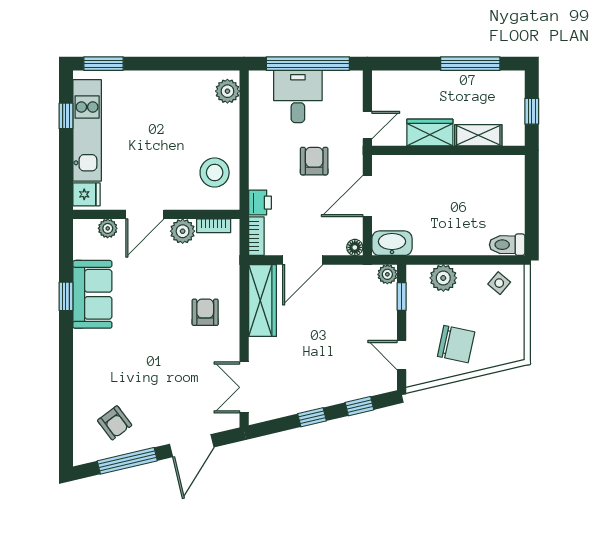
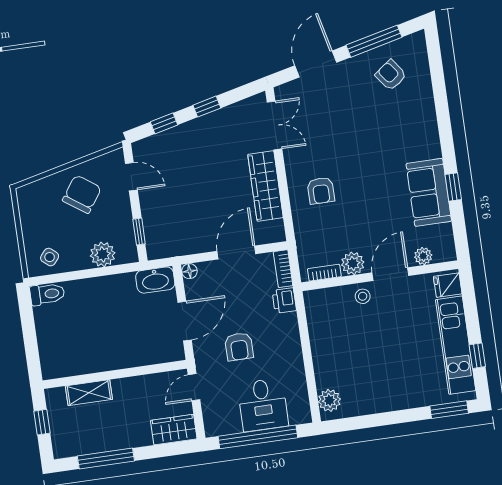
wardrobe: (430, 133) -> (174, 430), moved, turned 180
stool: (215, 173) -> (363, 296), moved, width x0.53, depth x0.53
plant: (387, 274) -> (155, 250), removed
wardrobe: (263, 300) -> (265, 186), moved
chair: (456, 344) -> (82, 194), turned 113

